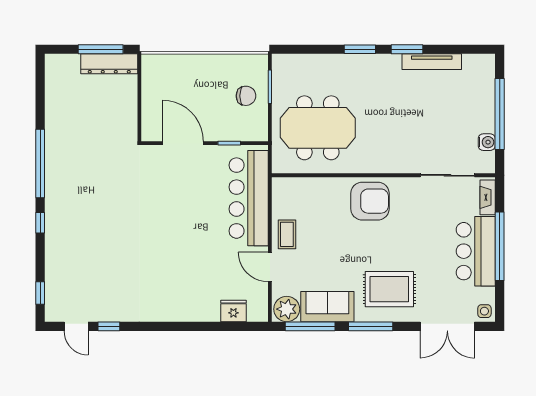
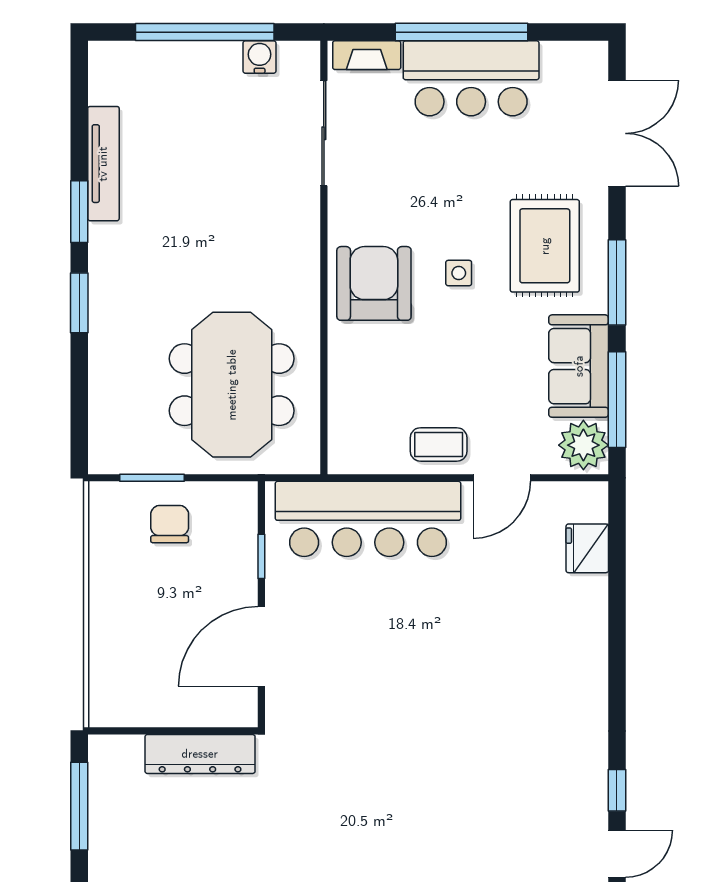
dresser: (109, 64) -> (200, 754), moved, turned 90
side table: (484, 311) -> (459, 273), moved

